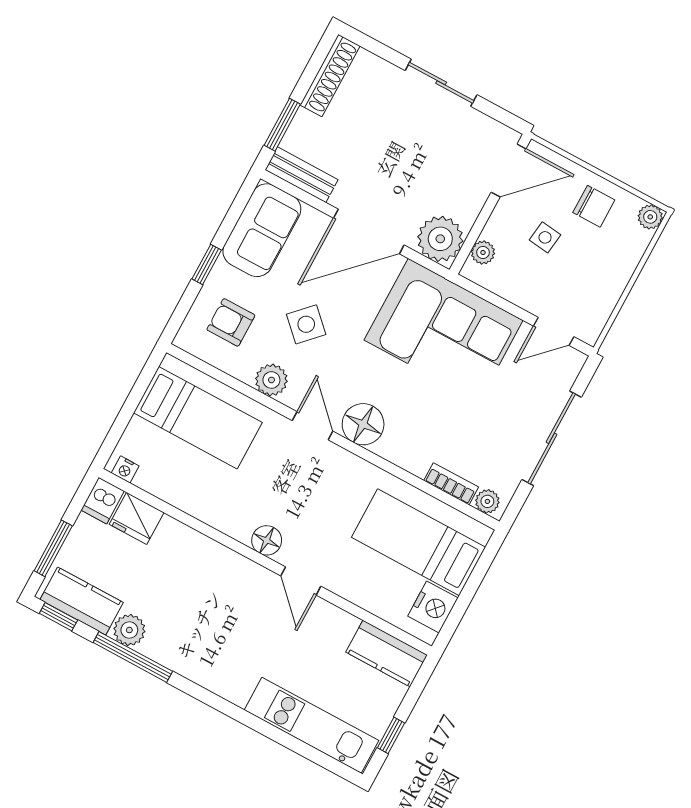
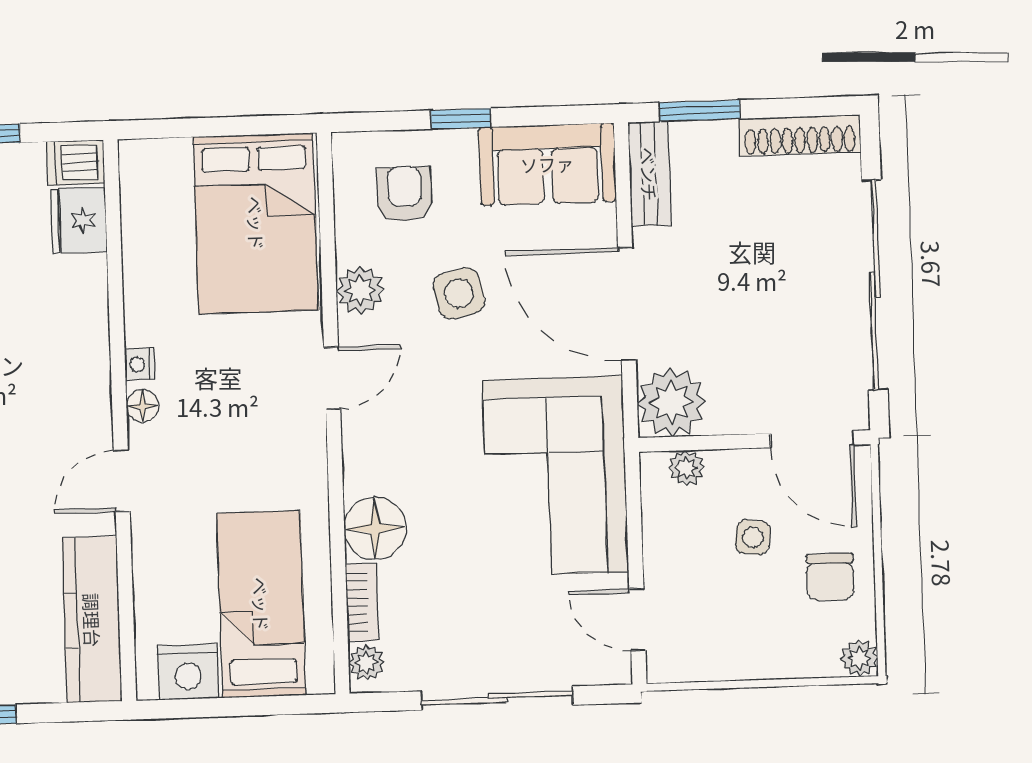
sliding door: (441, 83) -> (875, 285), width x1.86
side table: (306, 324) -> (459, 293), turned 33
bed: (198, 418) -> (256, 223), width x1.50
floor lamp: (363, 424) -> (375, 528), moved
nightstand: (125, 469) -> (140, 364), moved
floor lamp: (267, 540) -> (142, 406), width x0.73, depth x0.73
kitchen counter: (387, 653) -> (92, 620), width x1.50

